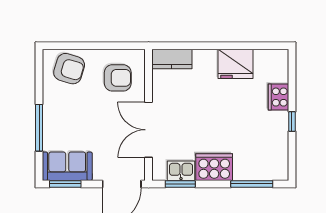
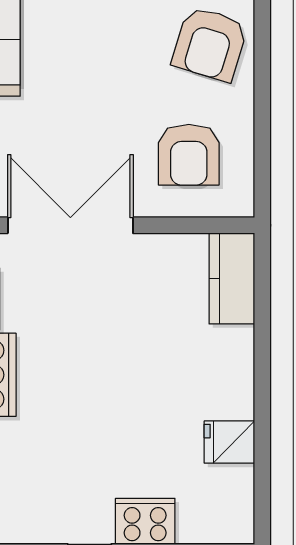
fridge: (235, 64) -> (229, 442), width x0.53, depth x0.75

